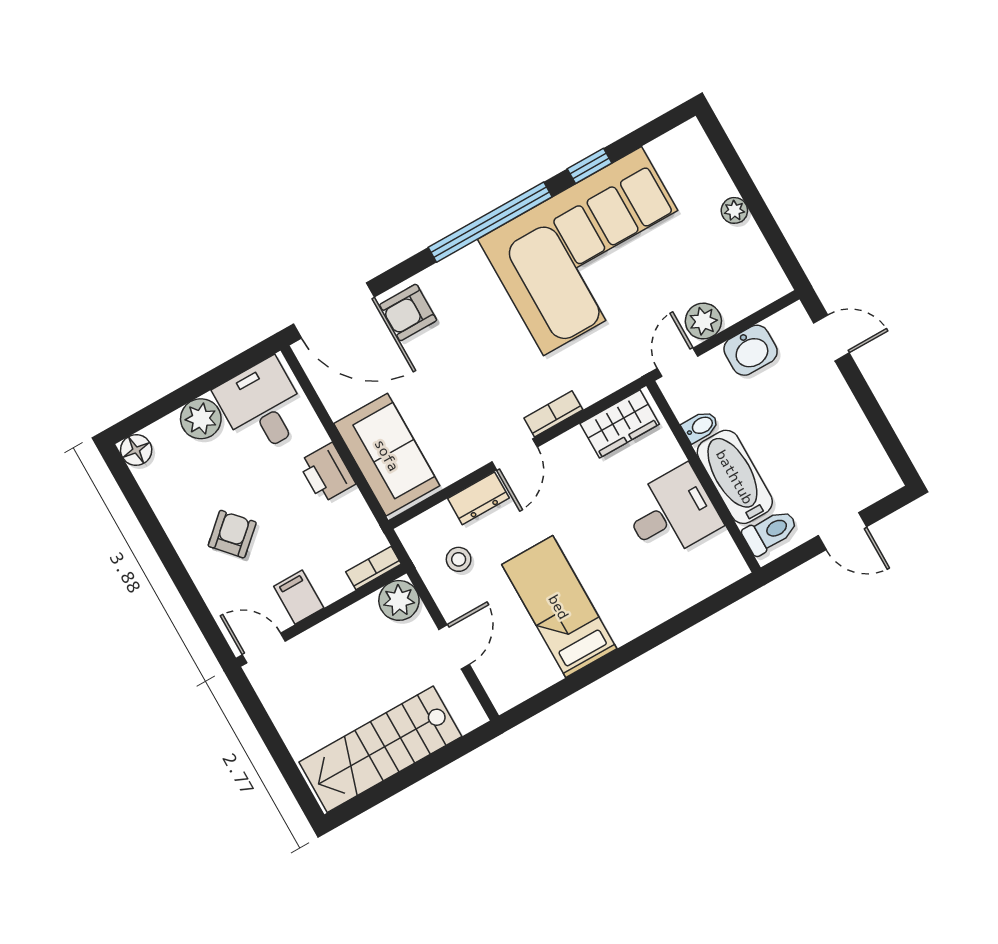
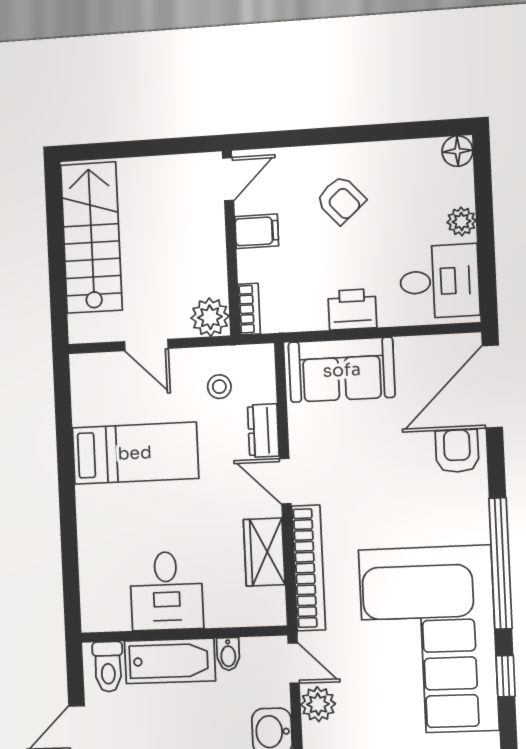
bookcase: (553, 414) -> (309, 568), width x2.31, depth x1.31
plant: (201, 419) -> (462, 221), width x0.73, depth x0.73
wardrobe: (620, 424) -> (264, 552), moved

